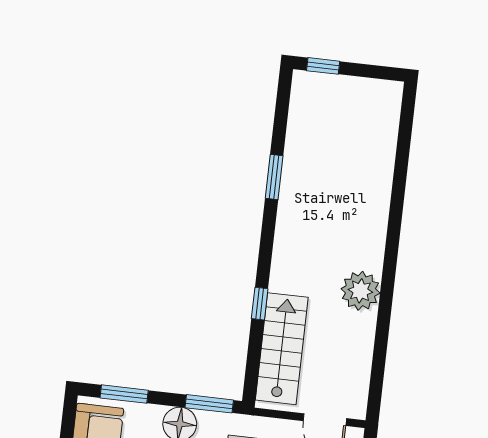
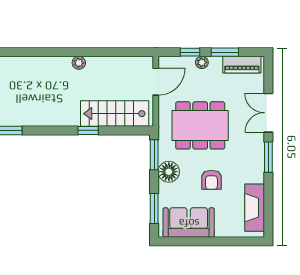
plant: (360, 291) -> (79, 63), width x0.53, depth x0.53

